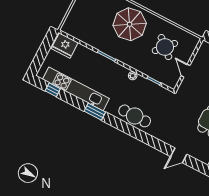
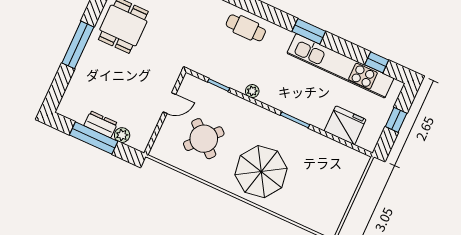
fridge: (65, 46) -> (345, 125), moved
window: (42, 53) -> (396, 120), added
door: (186, 71) -> (169, 103), hinge flipped
cafe table: (135, 116) -> (246, 28), width x0.73, depth x0.74

